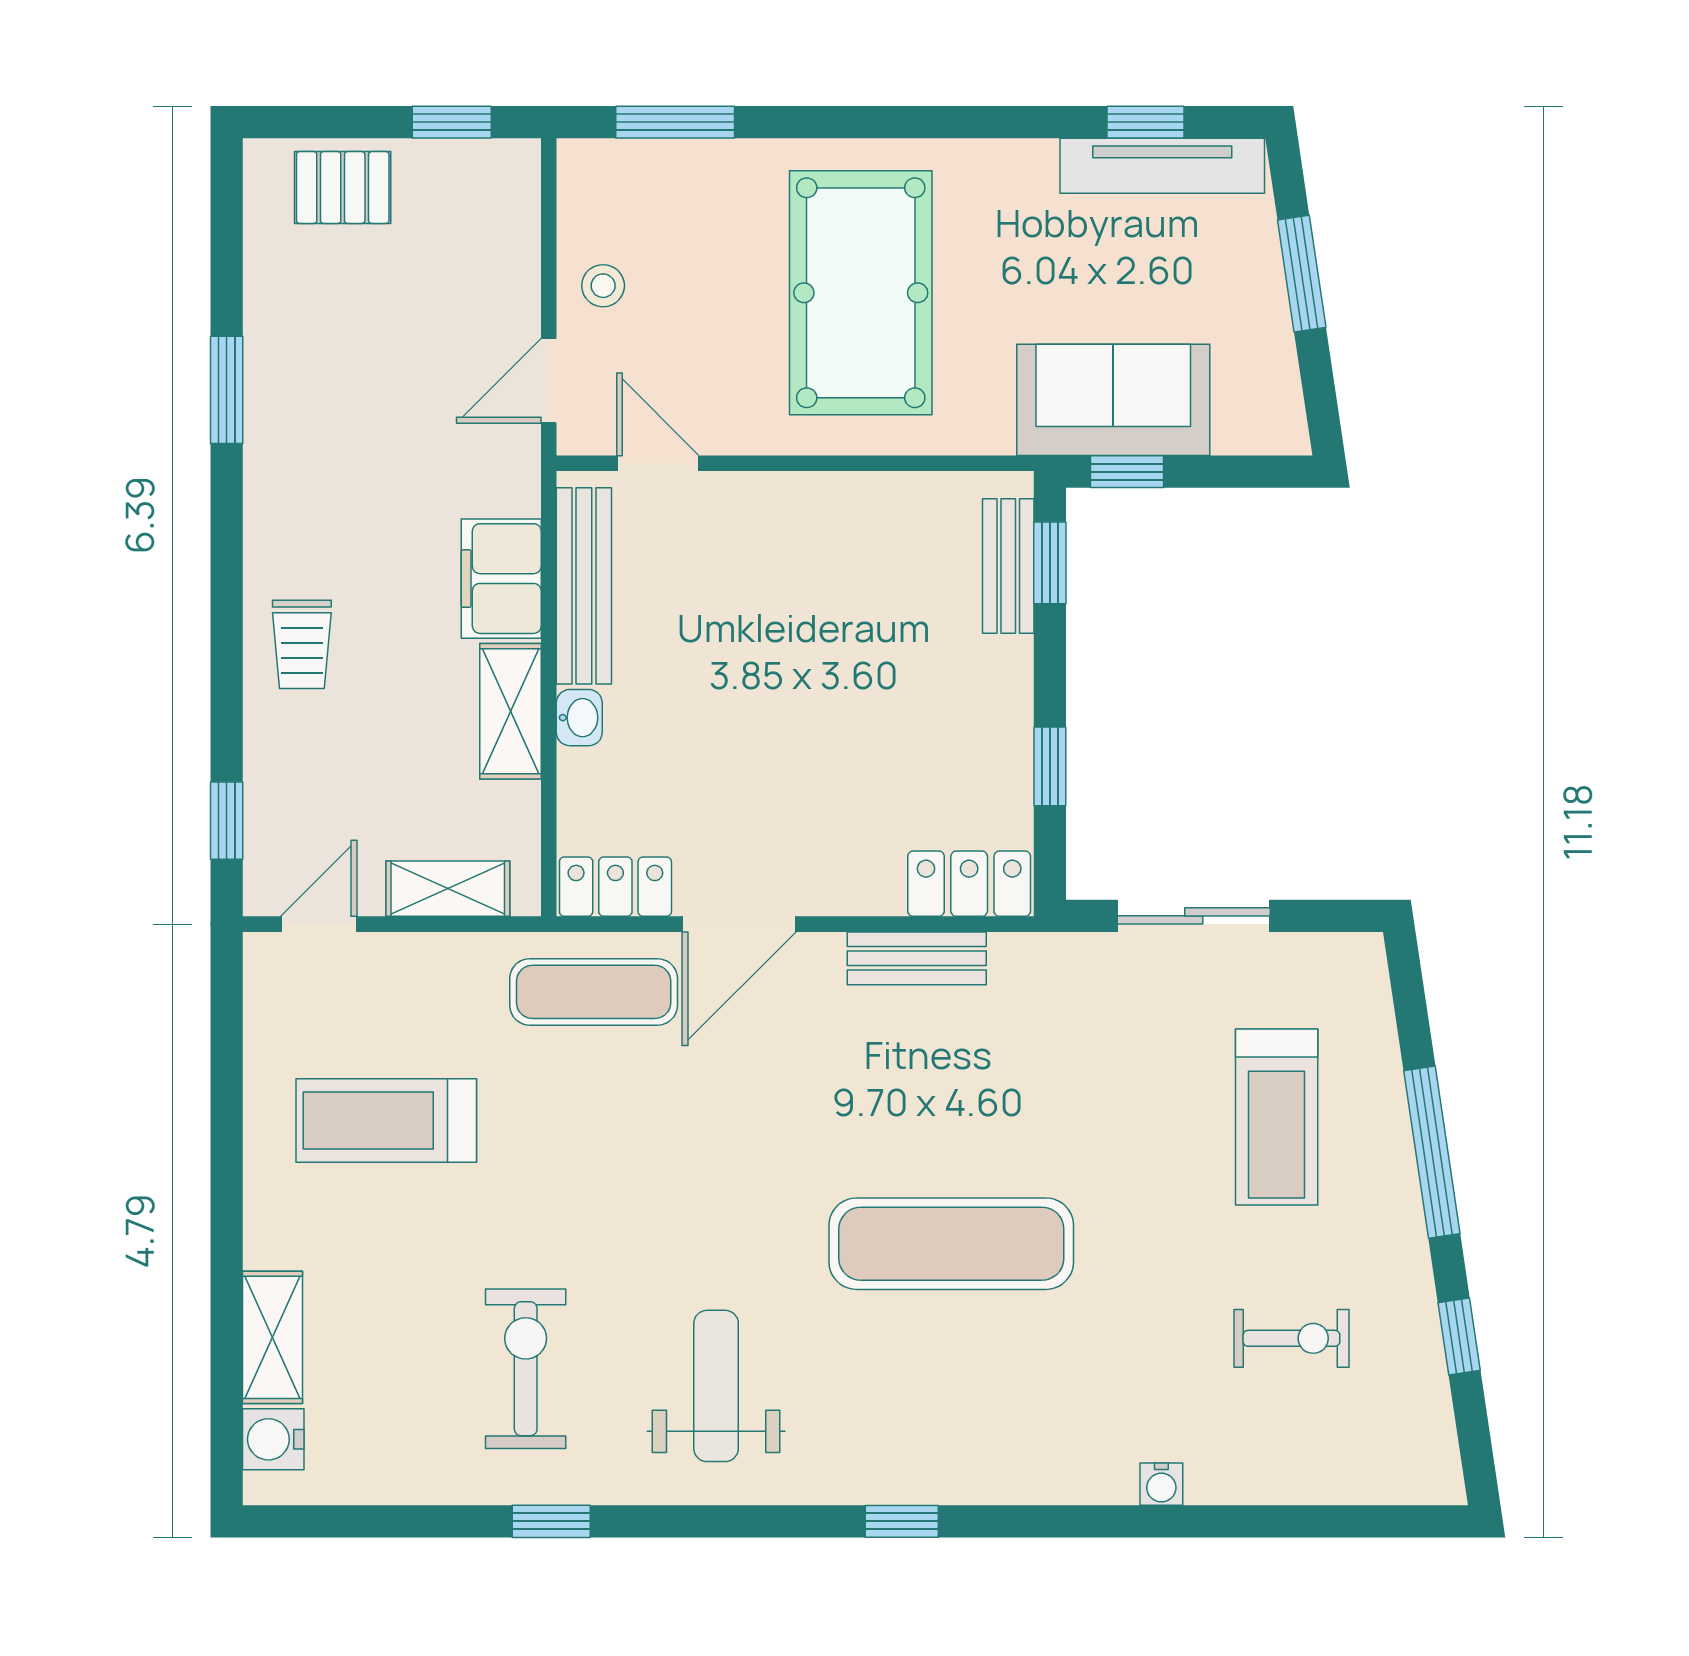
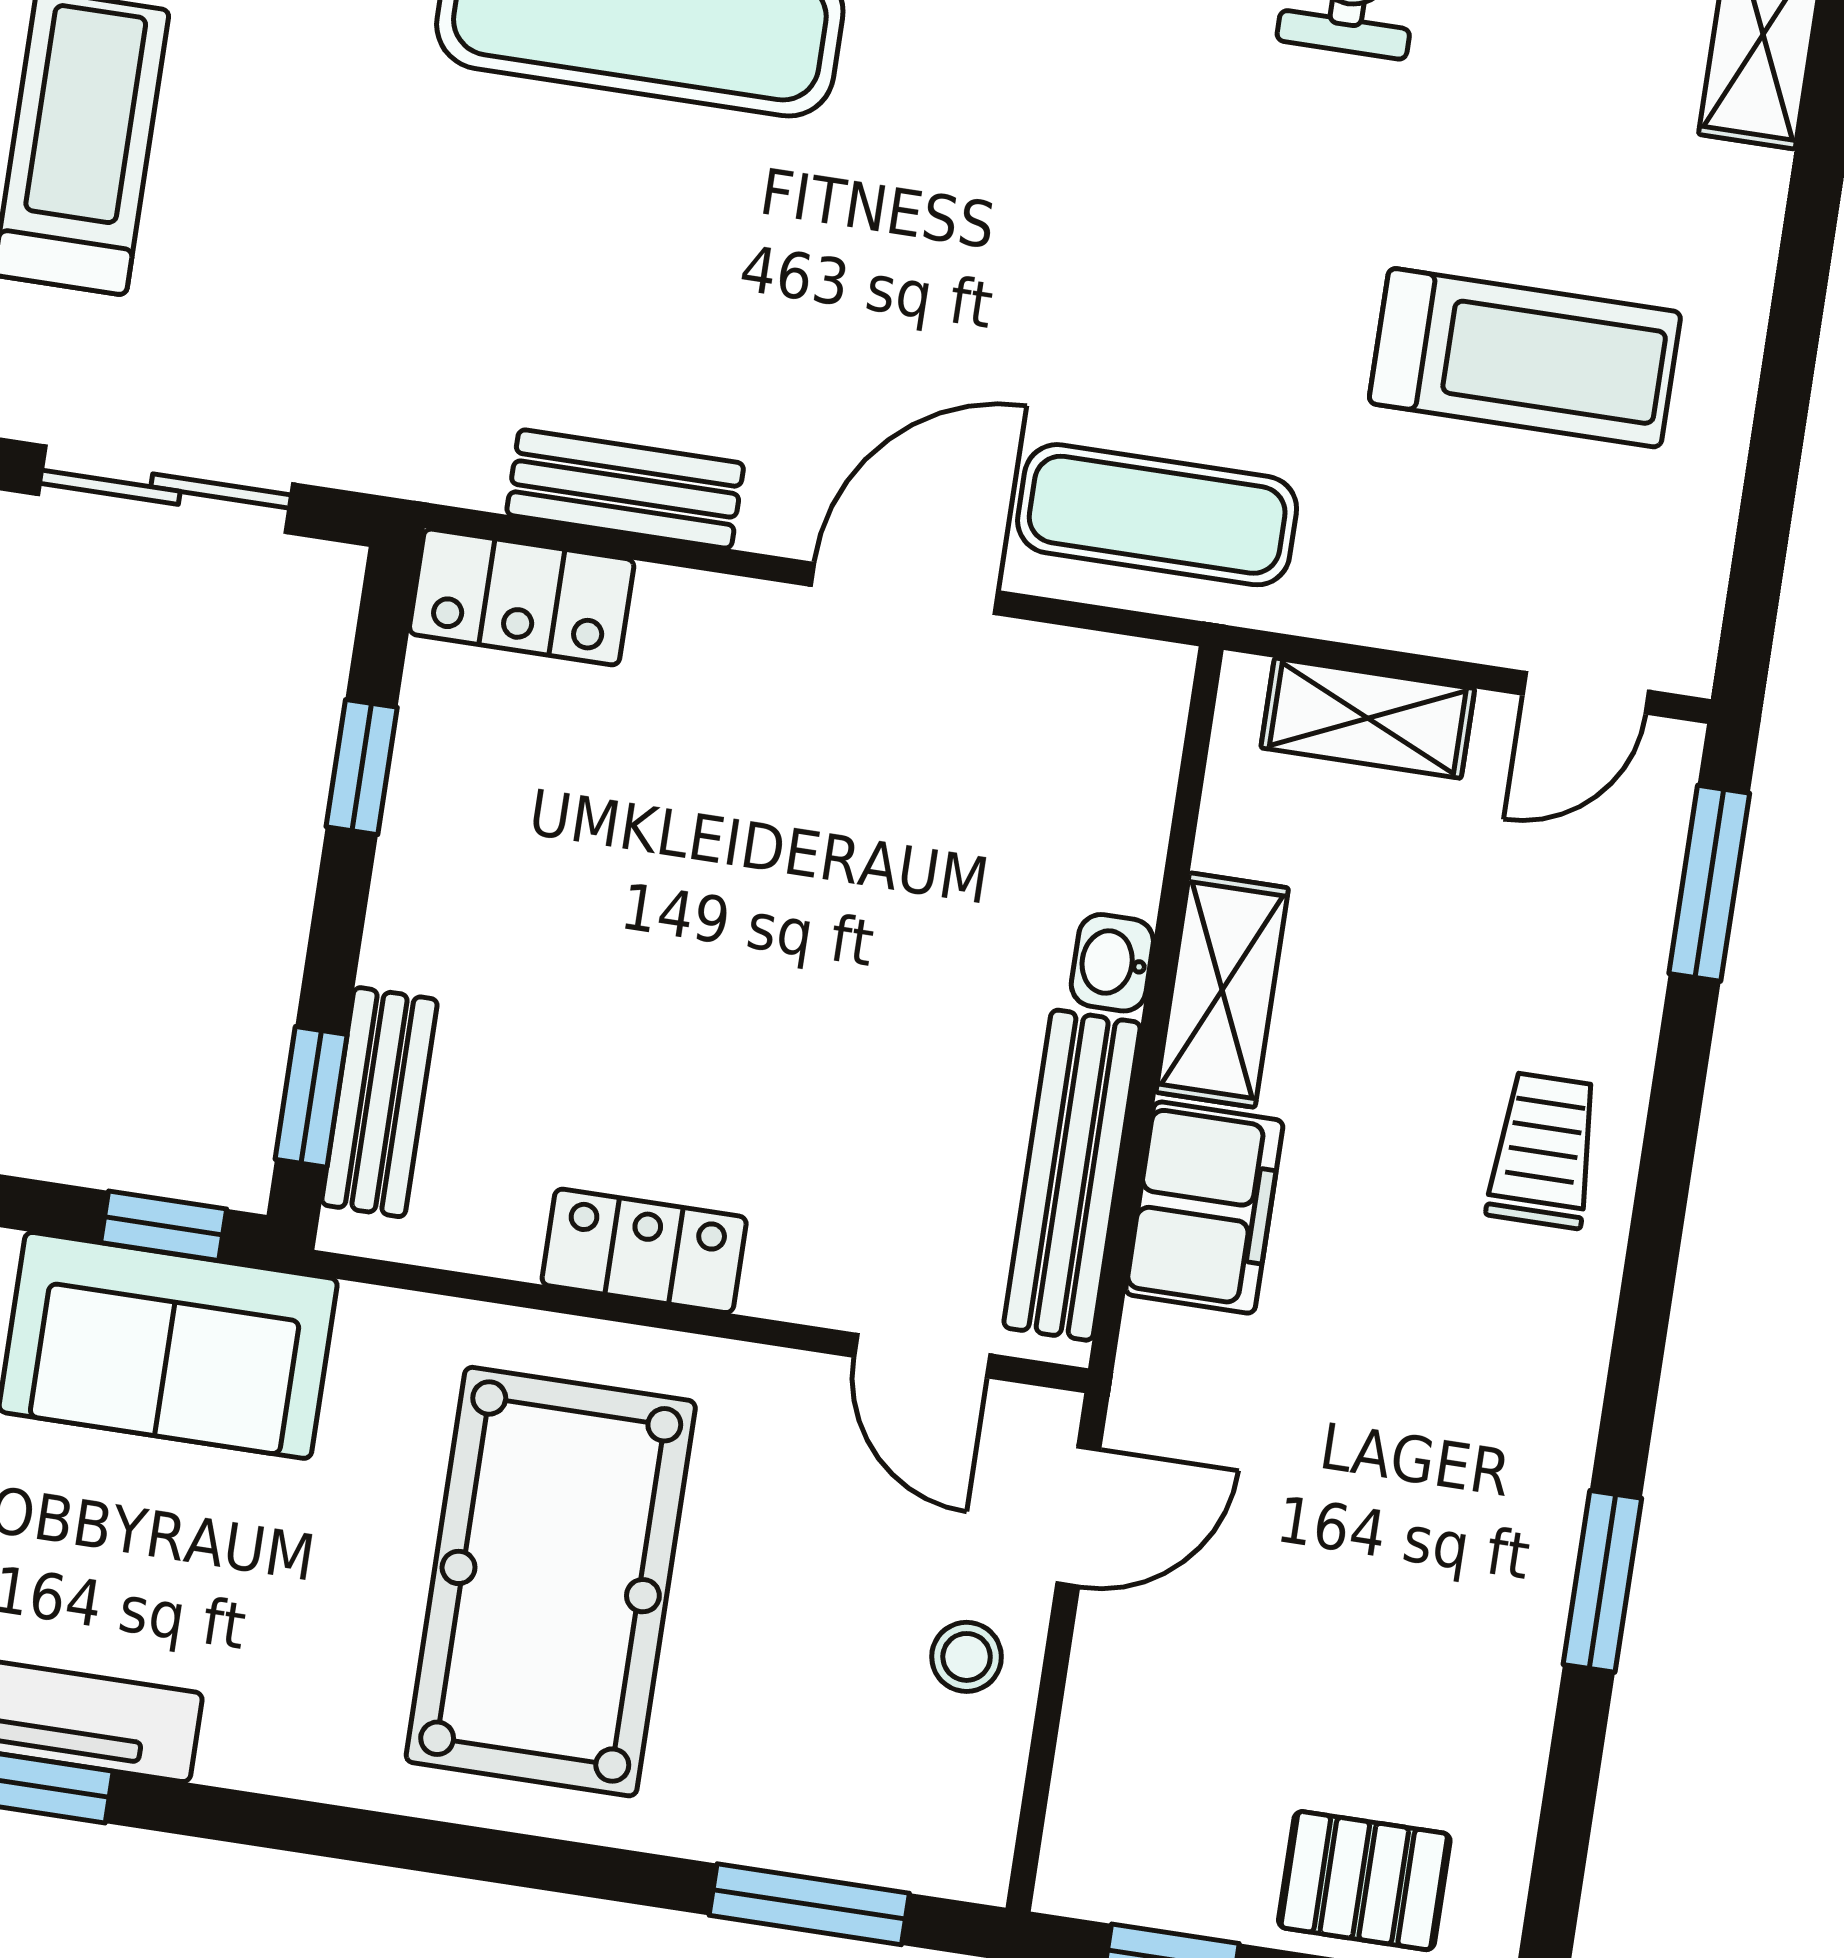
window: (227, 821) -> (1709, 883), width x1.50
locker: (615, 887) -> (644, 1251), moved, turned 180

